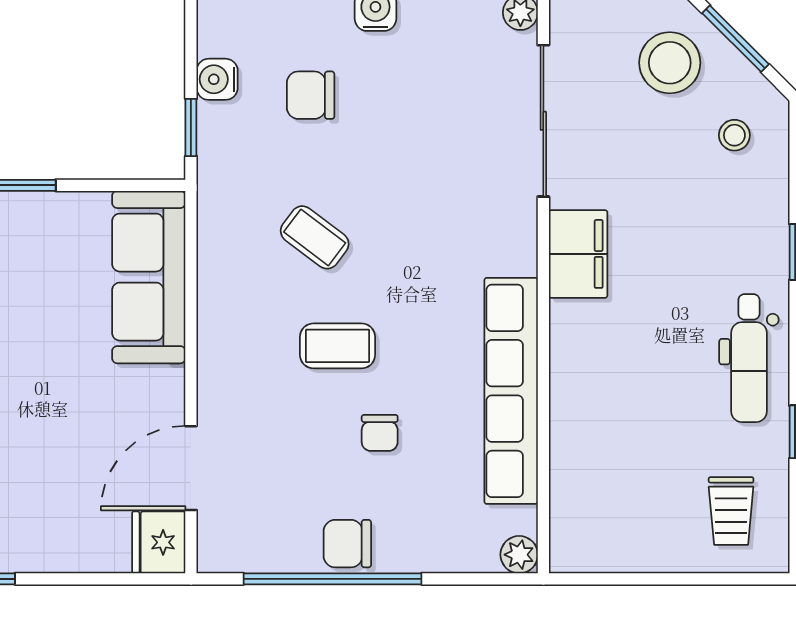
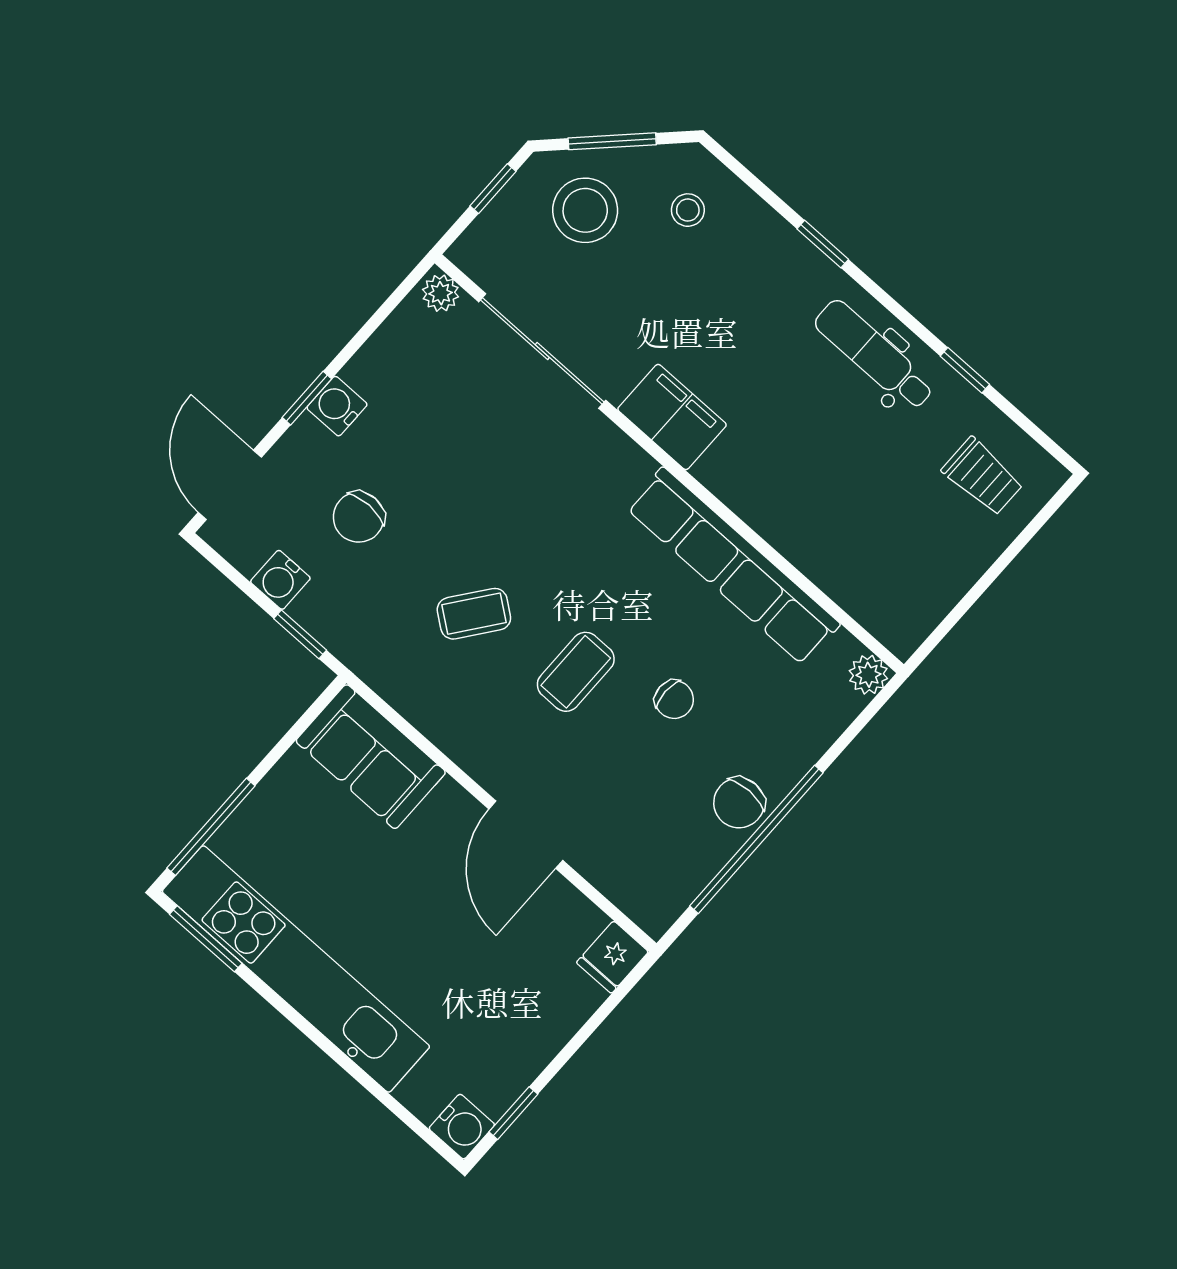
sofa: (149, 277) -> (371, 757), width x0.73
dental chair: (749, 358) -> (874, 355), turned 180
door: (191, 468) -> (526, 835), moved
fridge: (159, 542) -> (612, 957), width x0.72

